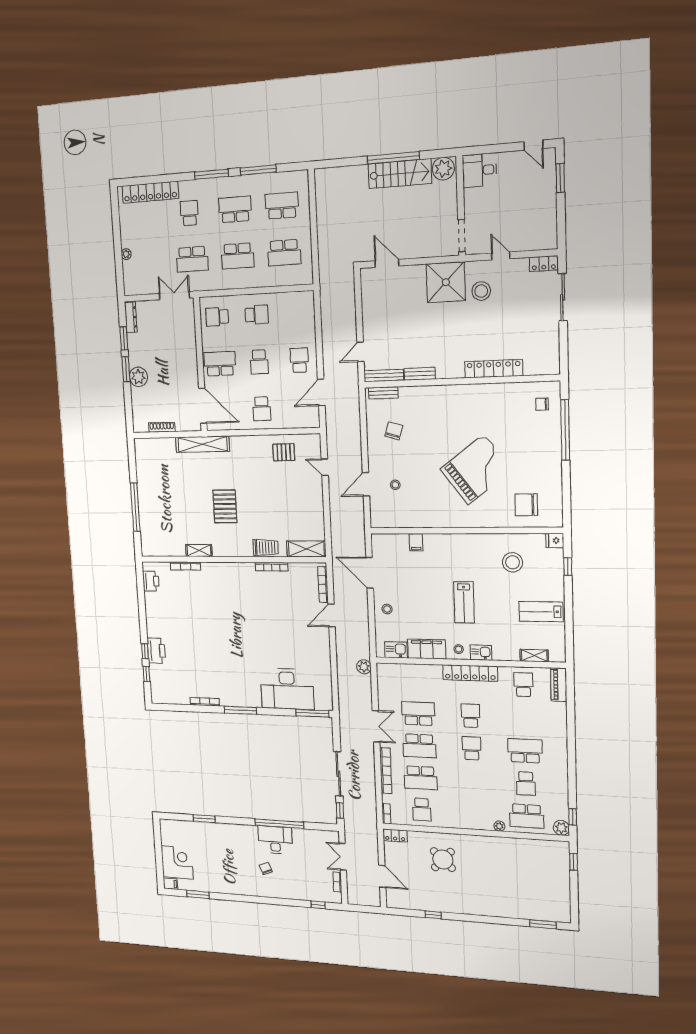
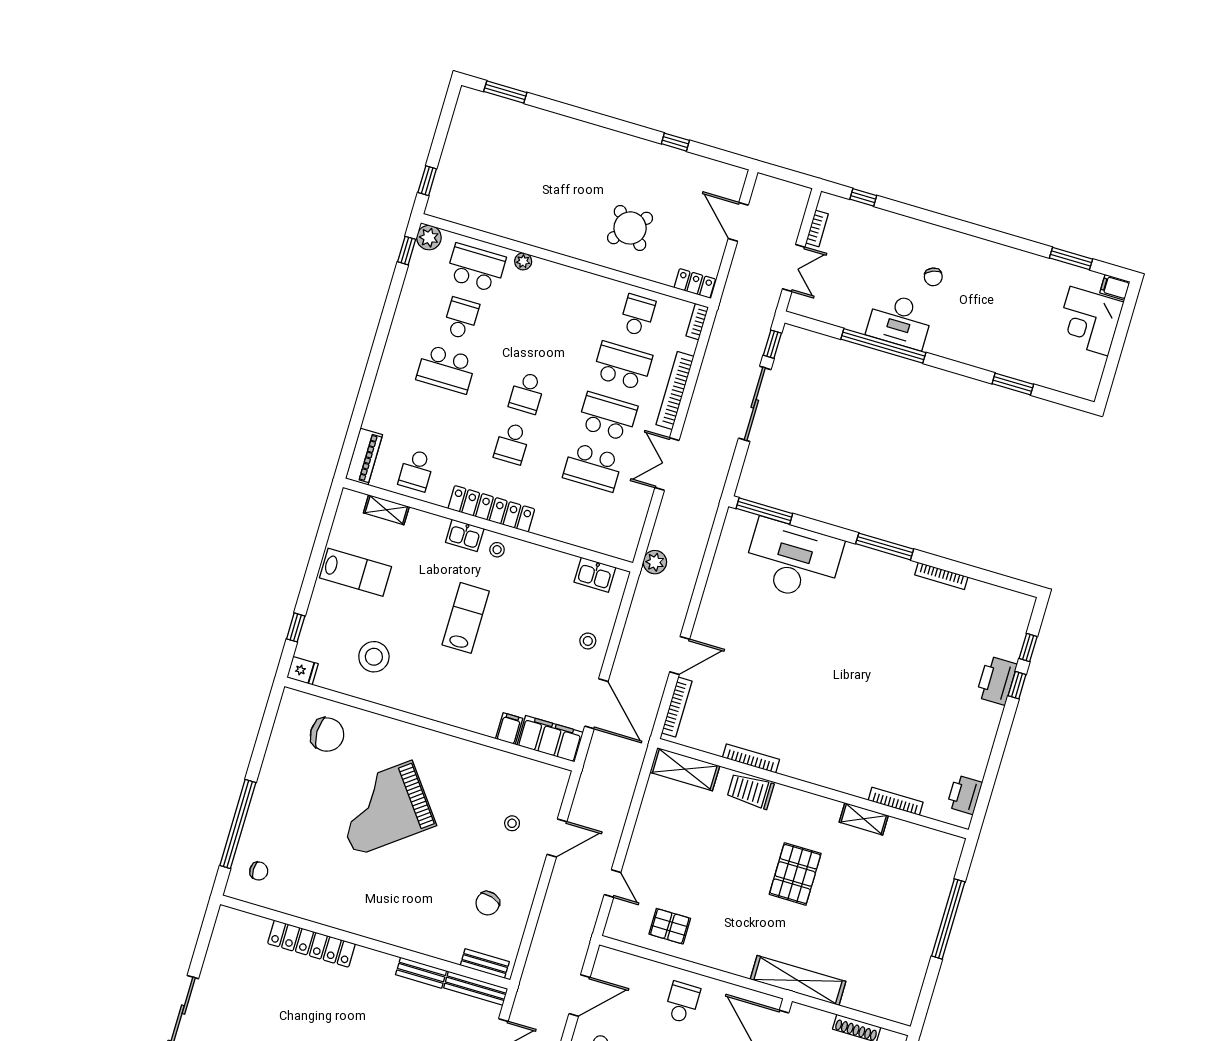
filing cabinet: (427, 649) -> (550, 739), moved, turned 180

